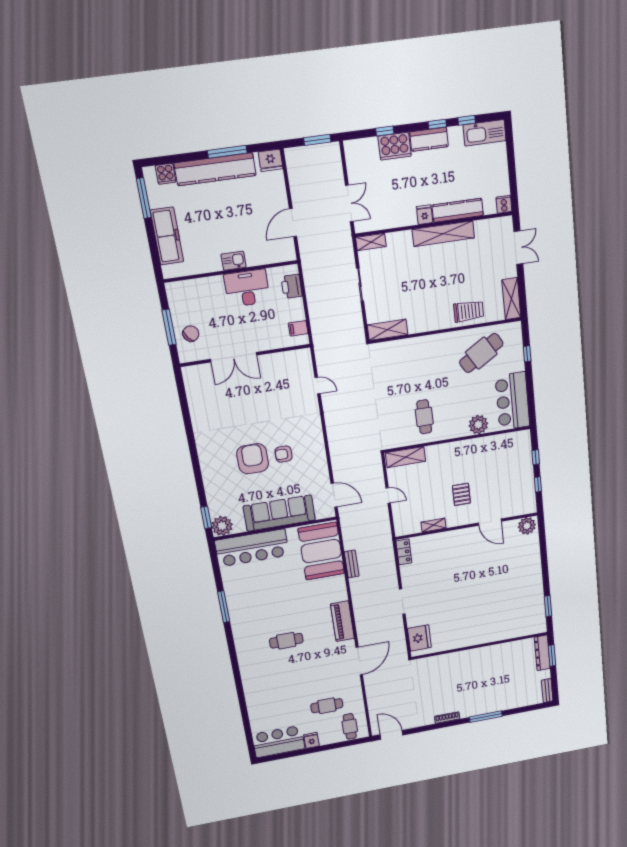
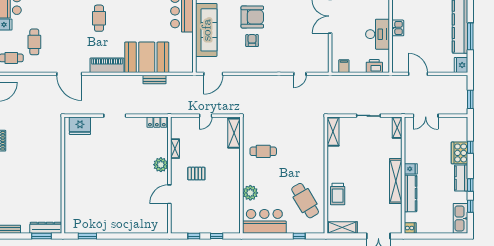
plant: (527, 526) -> (161, 165), moved
booth: (321, 551) -> (147, 57), moved

